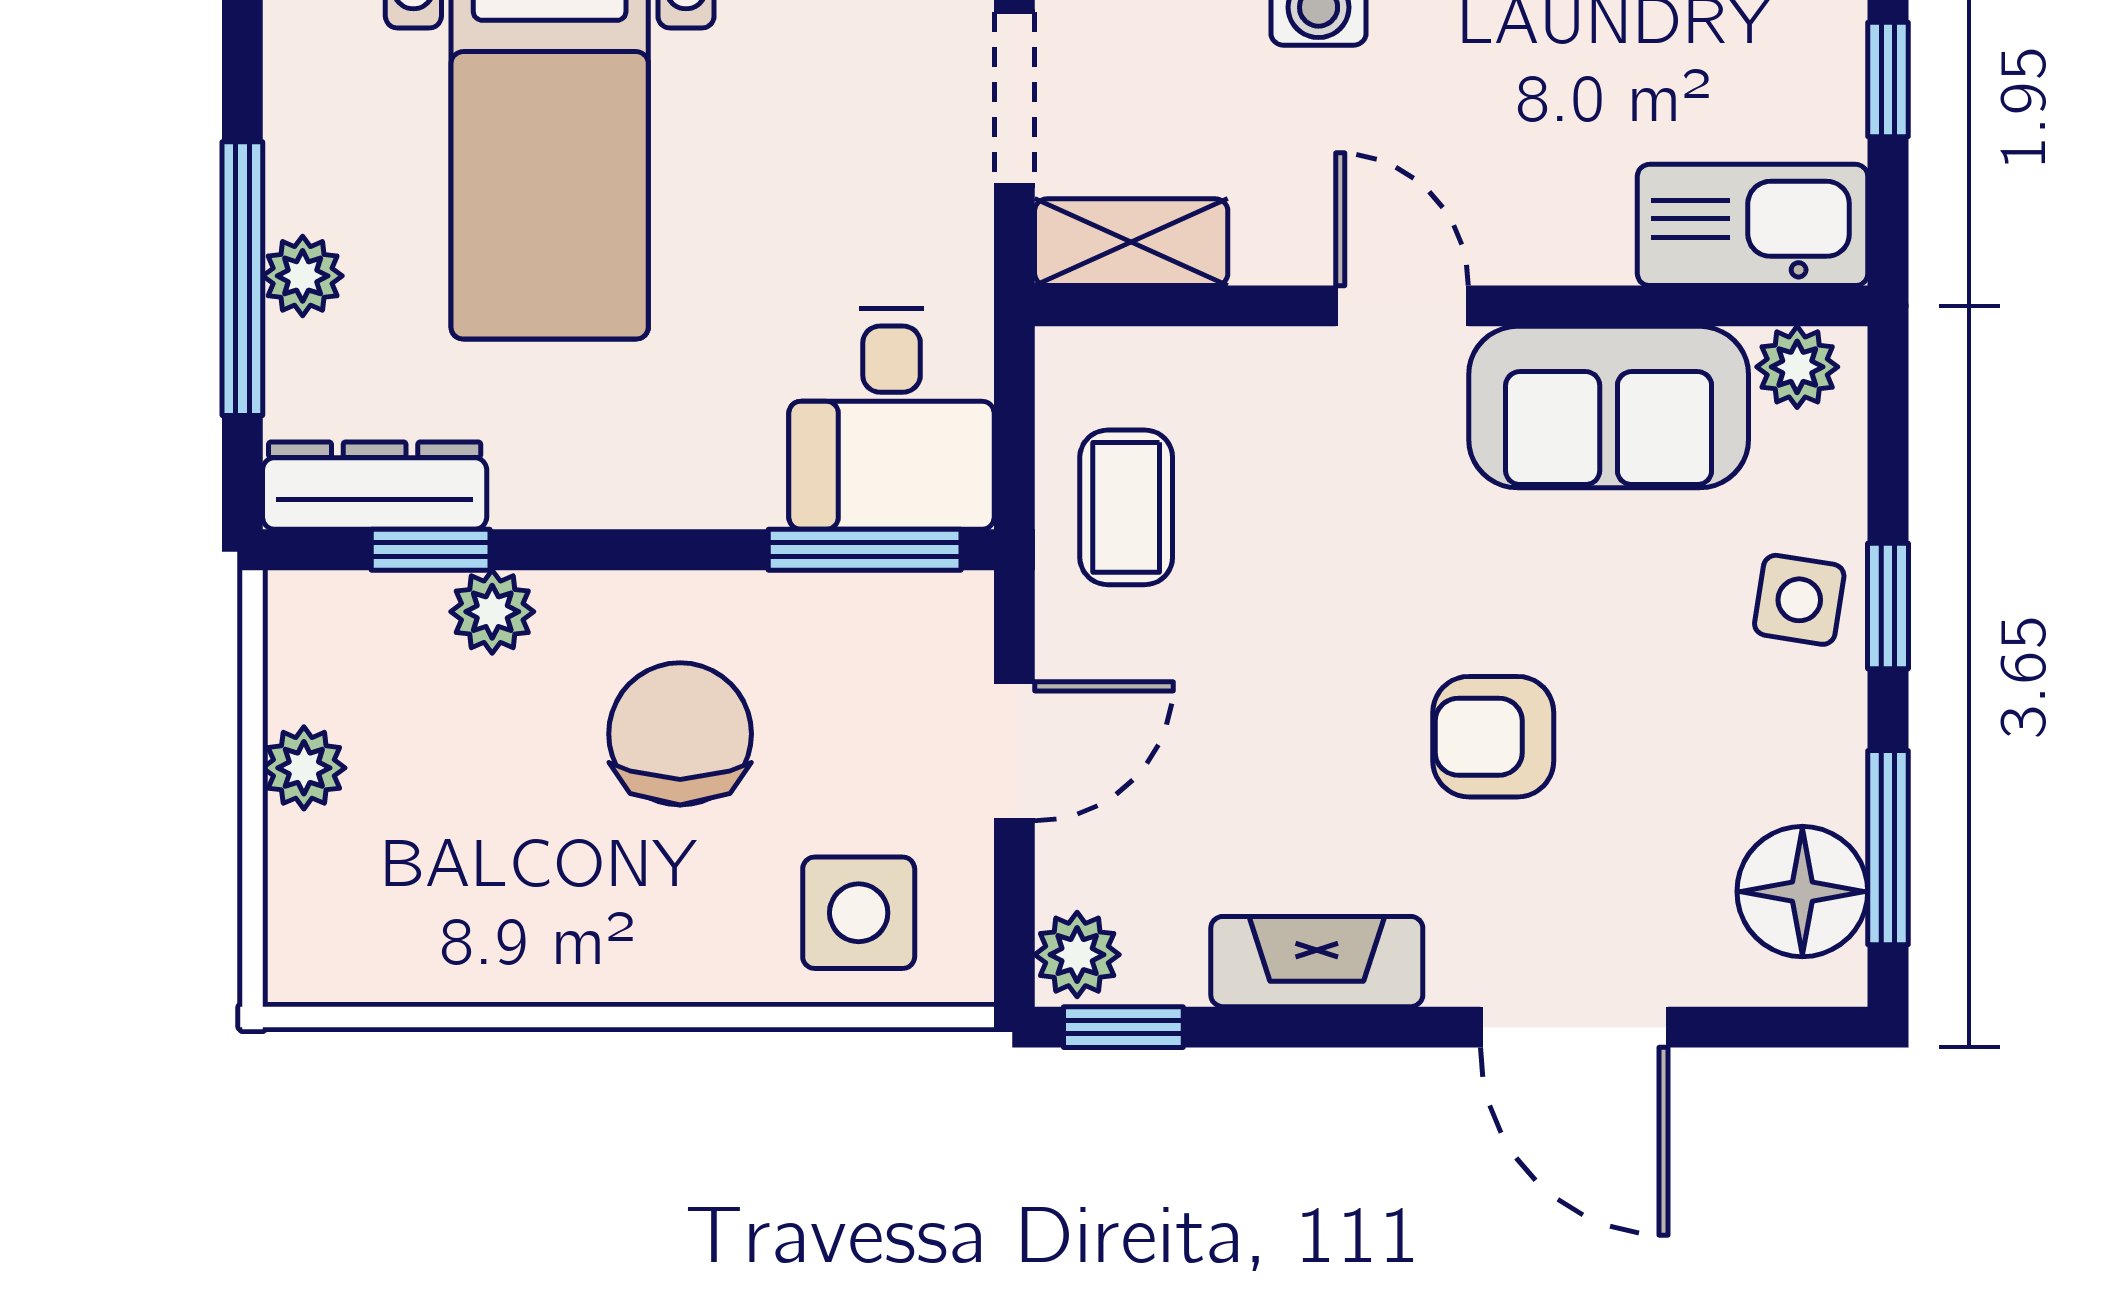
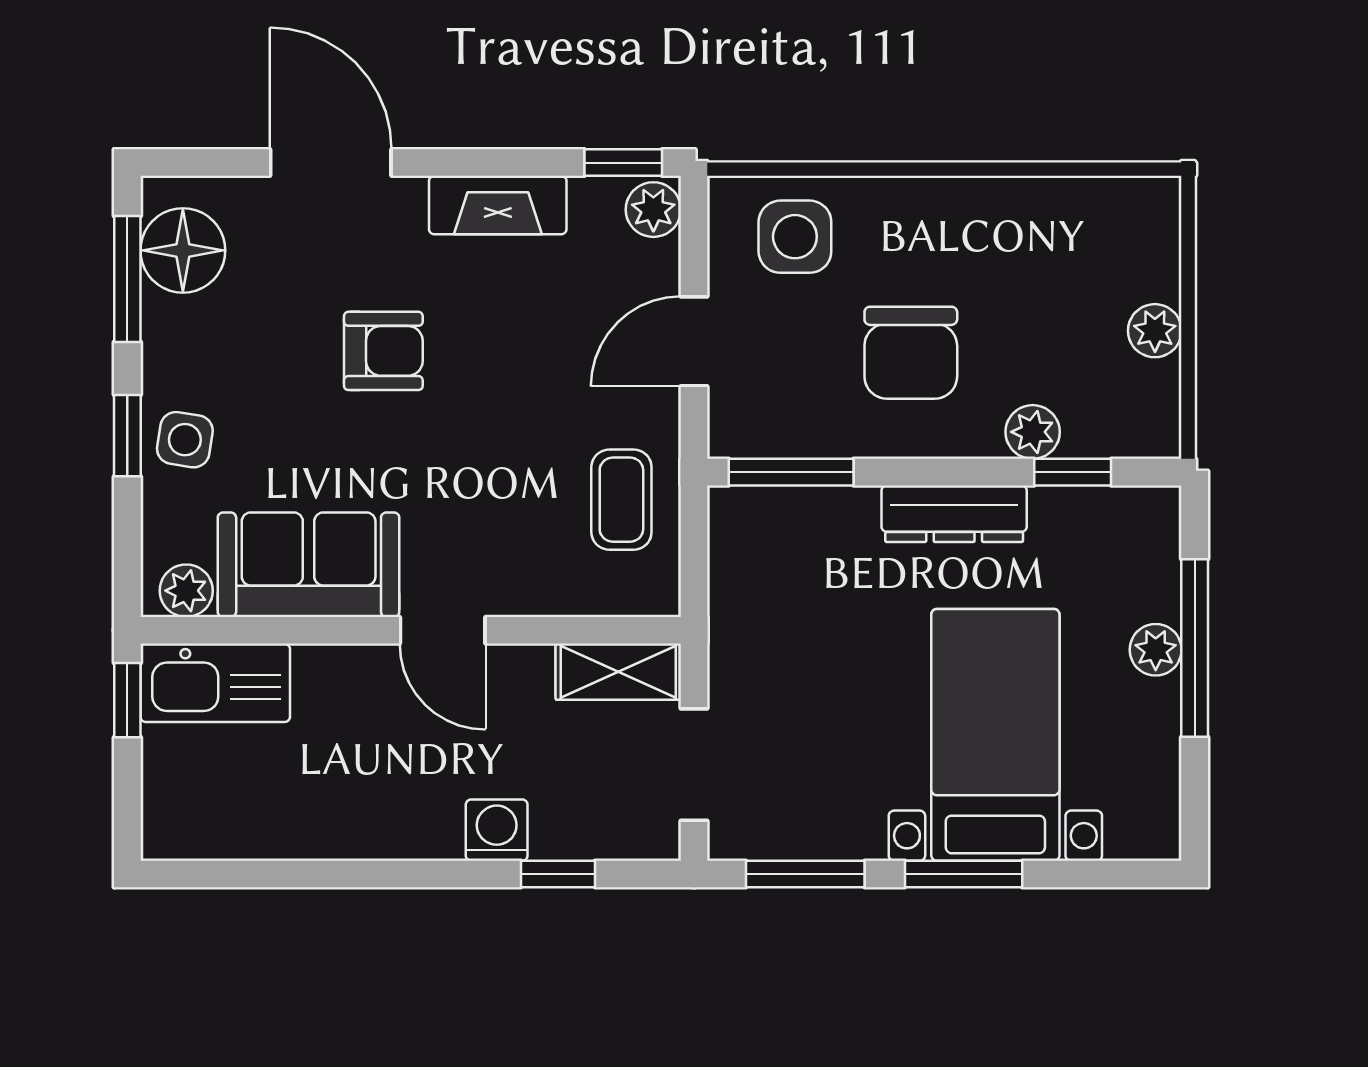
window: (1888, 80) -> (127, 700), moved
desk: (892, 419) -> (774, 557), removed
dresser: (375, 486) -> (954, 514), moved

